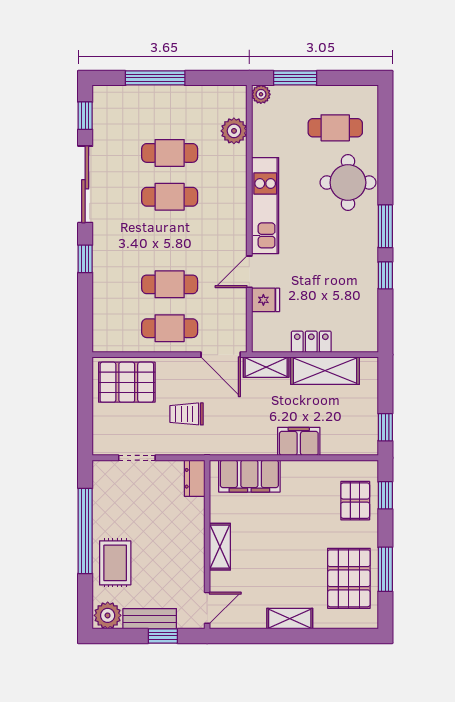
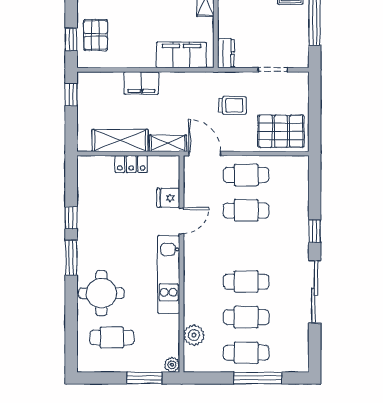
cafe table: (170, 109) -> (246, 353), added
window: (85, 116) -> (315, 347), removed

